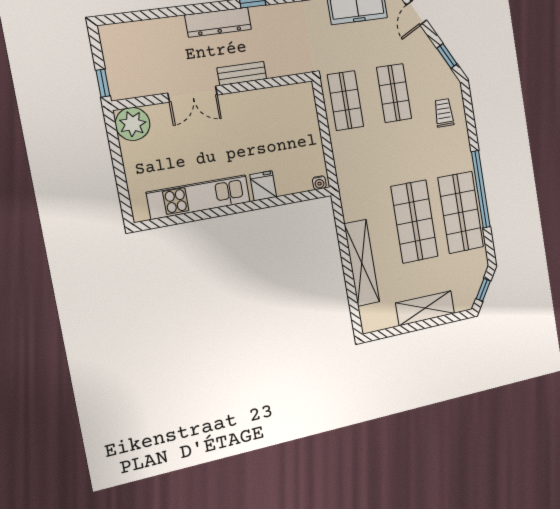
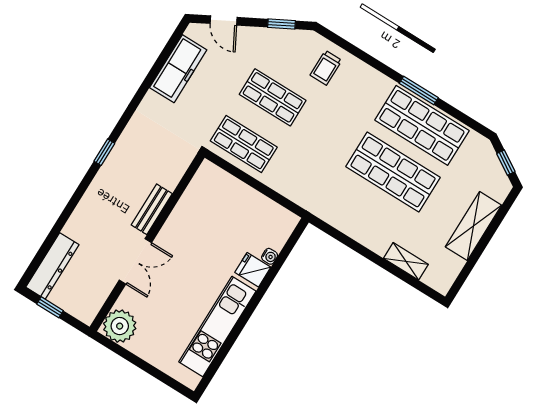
dresser: (218, 22) -> (52, 266), moved
window: (103, 83) -> (50, 307), moved
trolley: (444, 113) -> (326, 68), turned -90
water cooler: (319, 183) -> (270, 256), moved
window: (481, 189) -> (419, 91), width x0.47
shelving: (362, 263) -> (406, 261), width x0.45, depth x0.75

